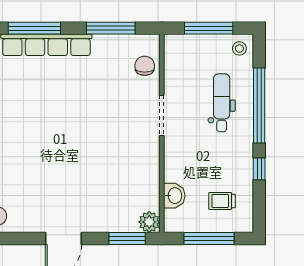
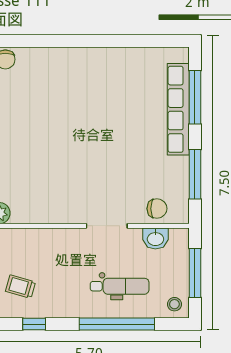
window: (259, 169) -> (34, 324), moved
washbasin: (174, 196) -> (155, 238), moved
trolley: (222, 201) -> (20, 287), turned -74

